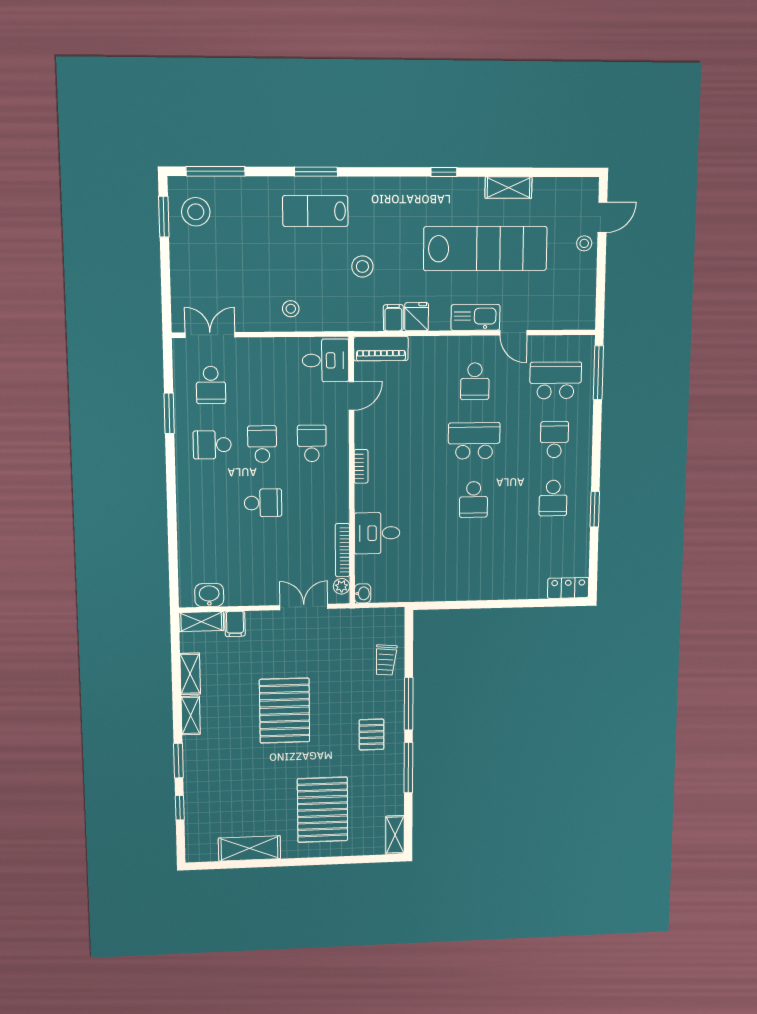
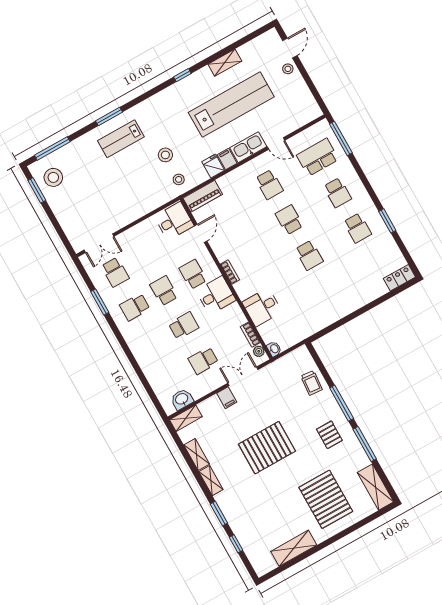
stool: (291, 309) -> (179, 179), moved
filing cabinet: (393, 318) -> (227, 159), moved
double door: (210, 335) -> (99, 243), swing flipped
school desk: (554, 440) -> (338, 193), turned 180
school desk: (474, 441) -> (289, 220), width x0.54
desk: (326, 486) -> (216, 295), added
bookcase: (342, 550) -> (250, 335), width x0.64
school desk: (264, 561) -> (203, 361), added
filing cabinet: (235, 624) -> (227, 398), moved
pallet: (285, 711) -> (267, 448), turned 90
shelving: (395, 835) -> (375, 487), width x1.50, depth x1.33

